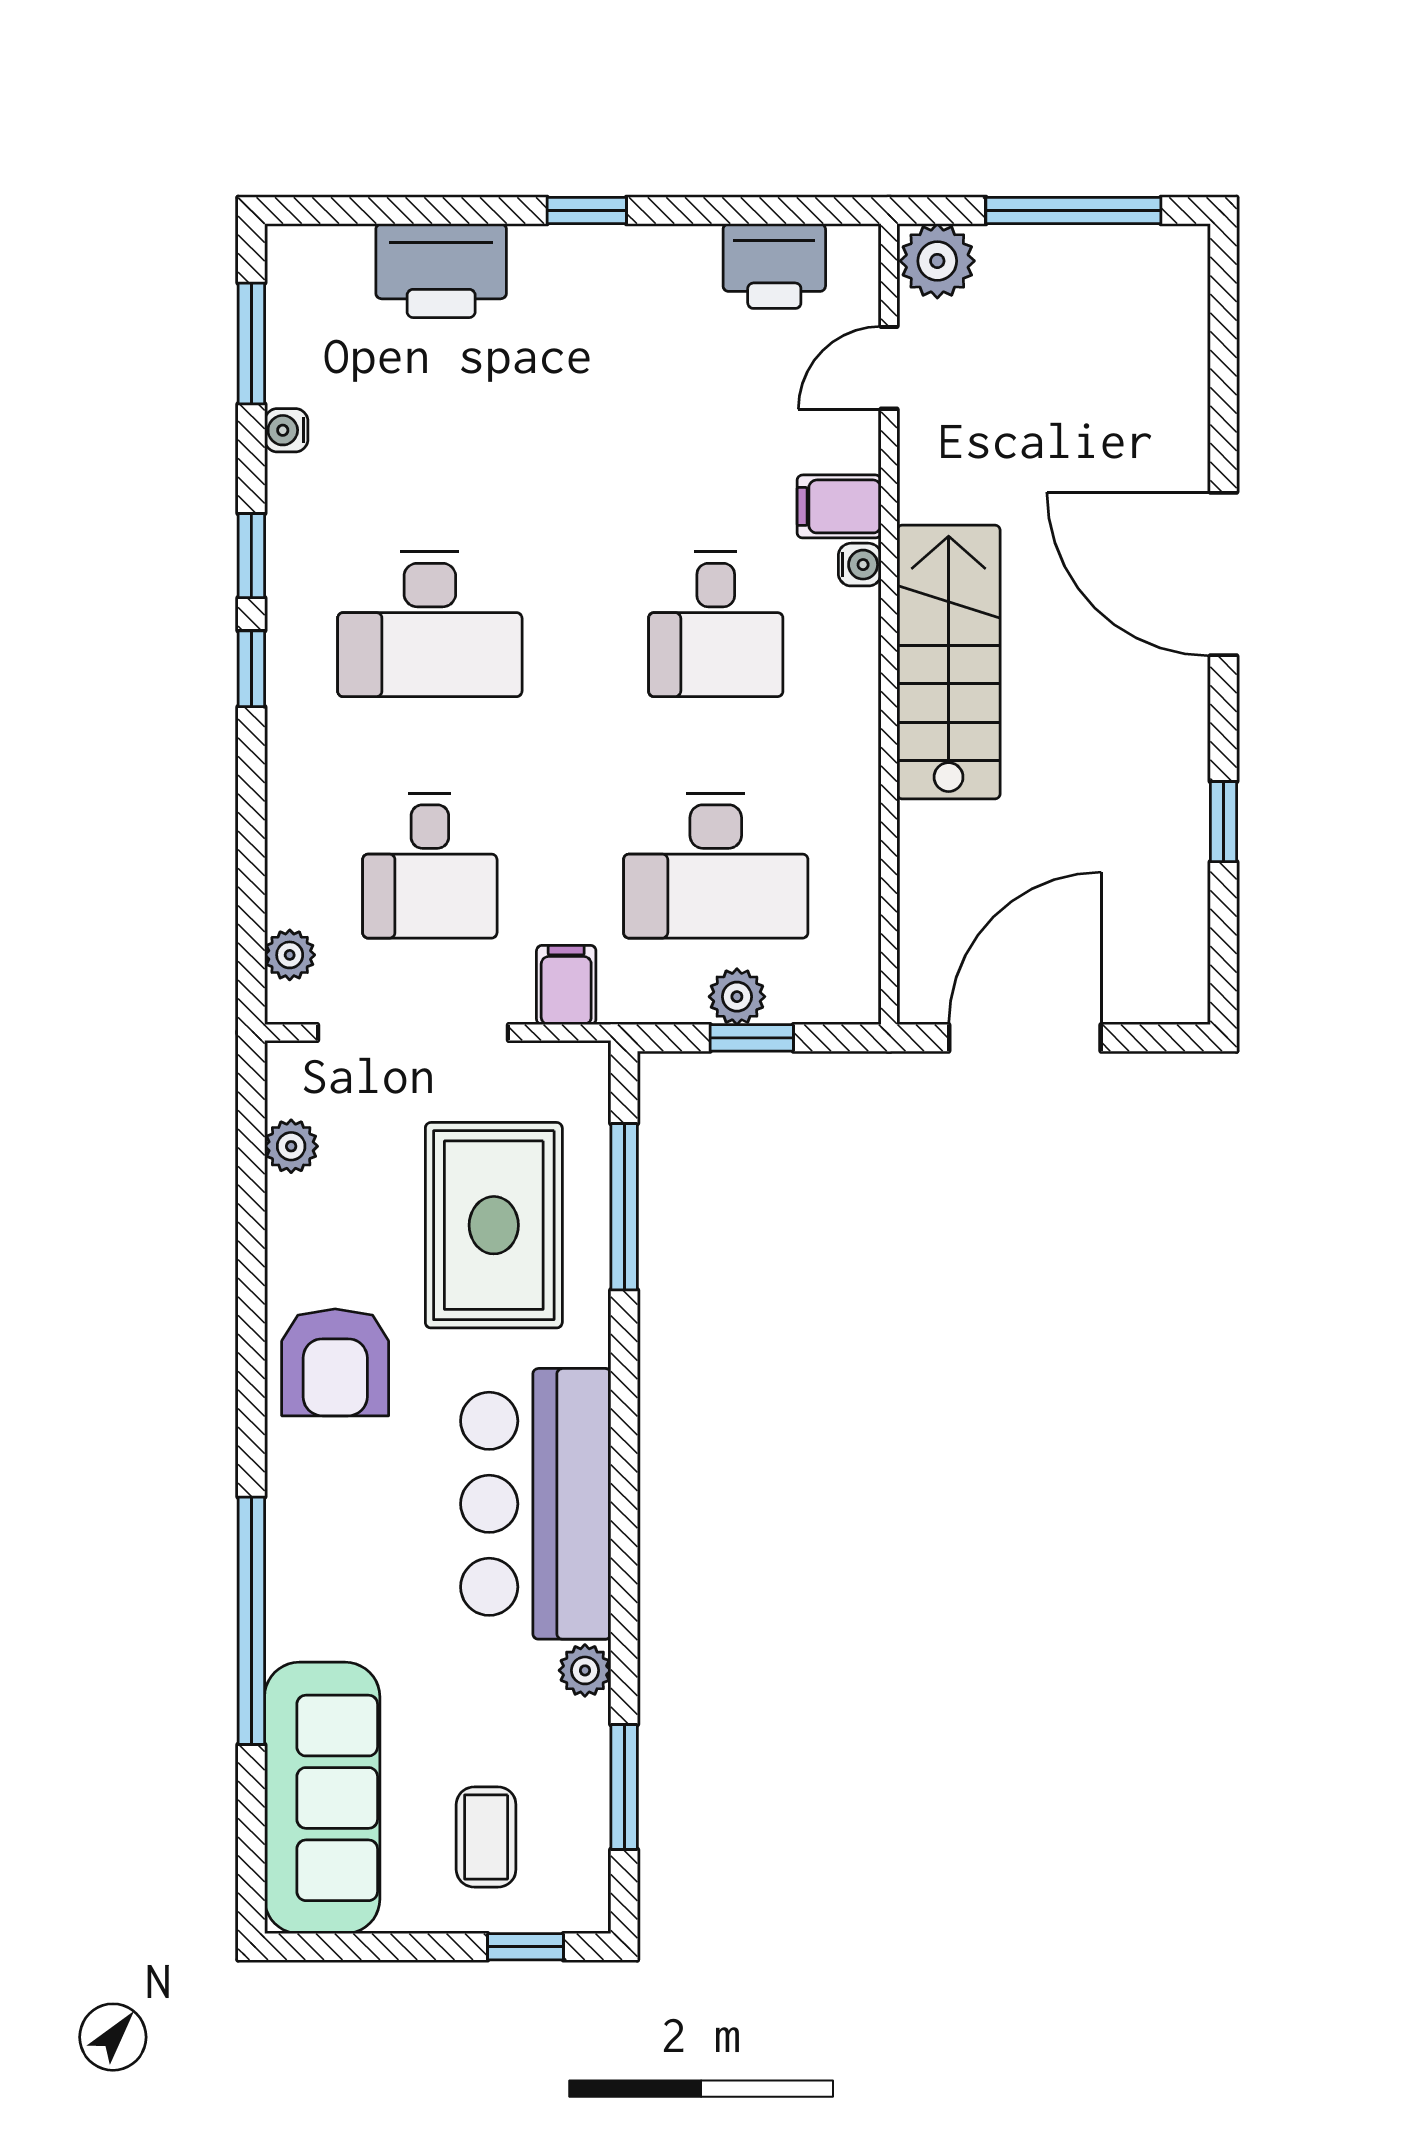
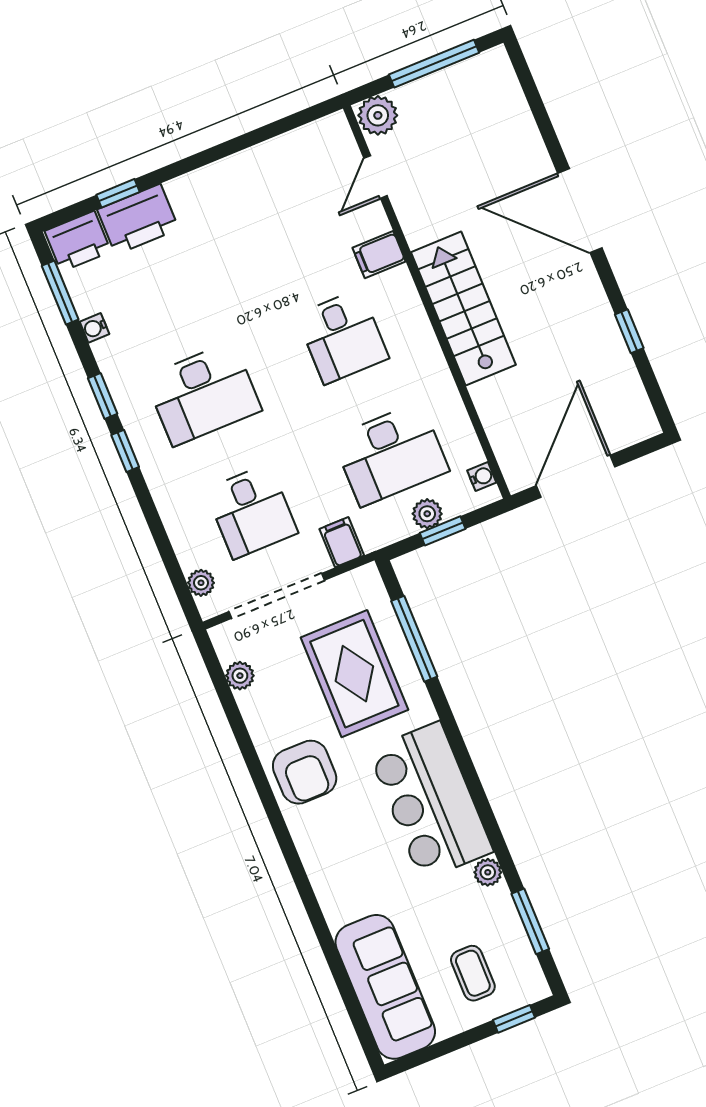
window: (587, 211) -> (118, 193), moved
printer: (774, 266) -> (78, 241), moved
water cooler: (860, 565) -> (482, 477), moved
window: (251, 1621) -> (315, 915), removed

